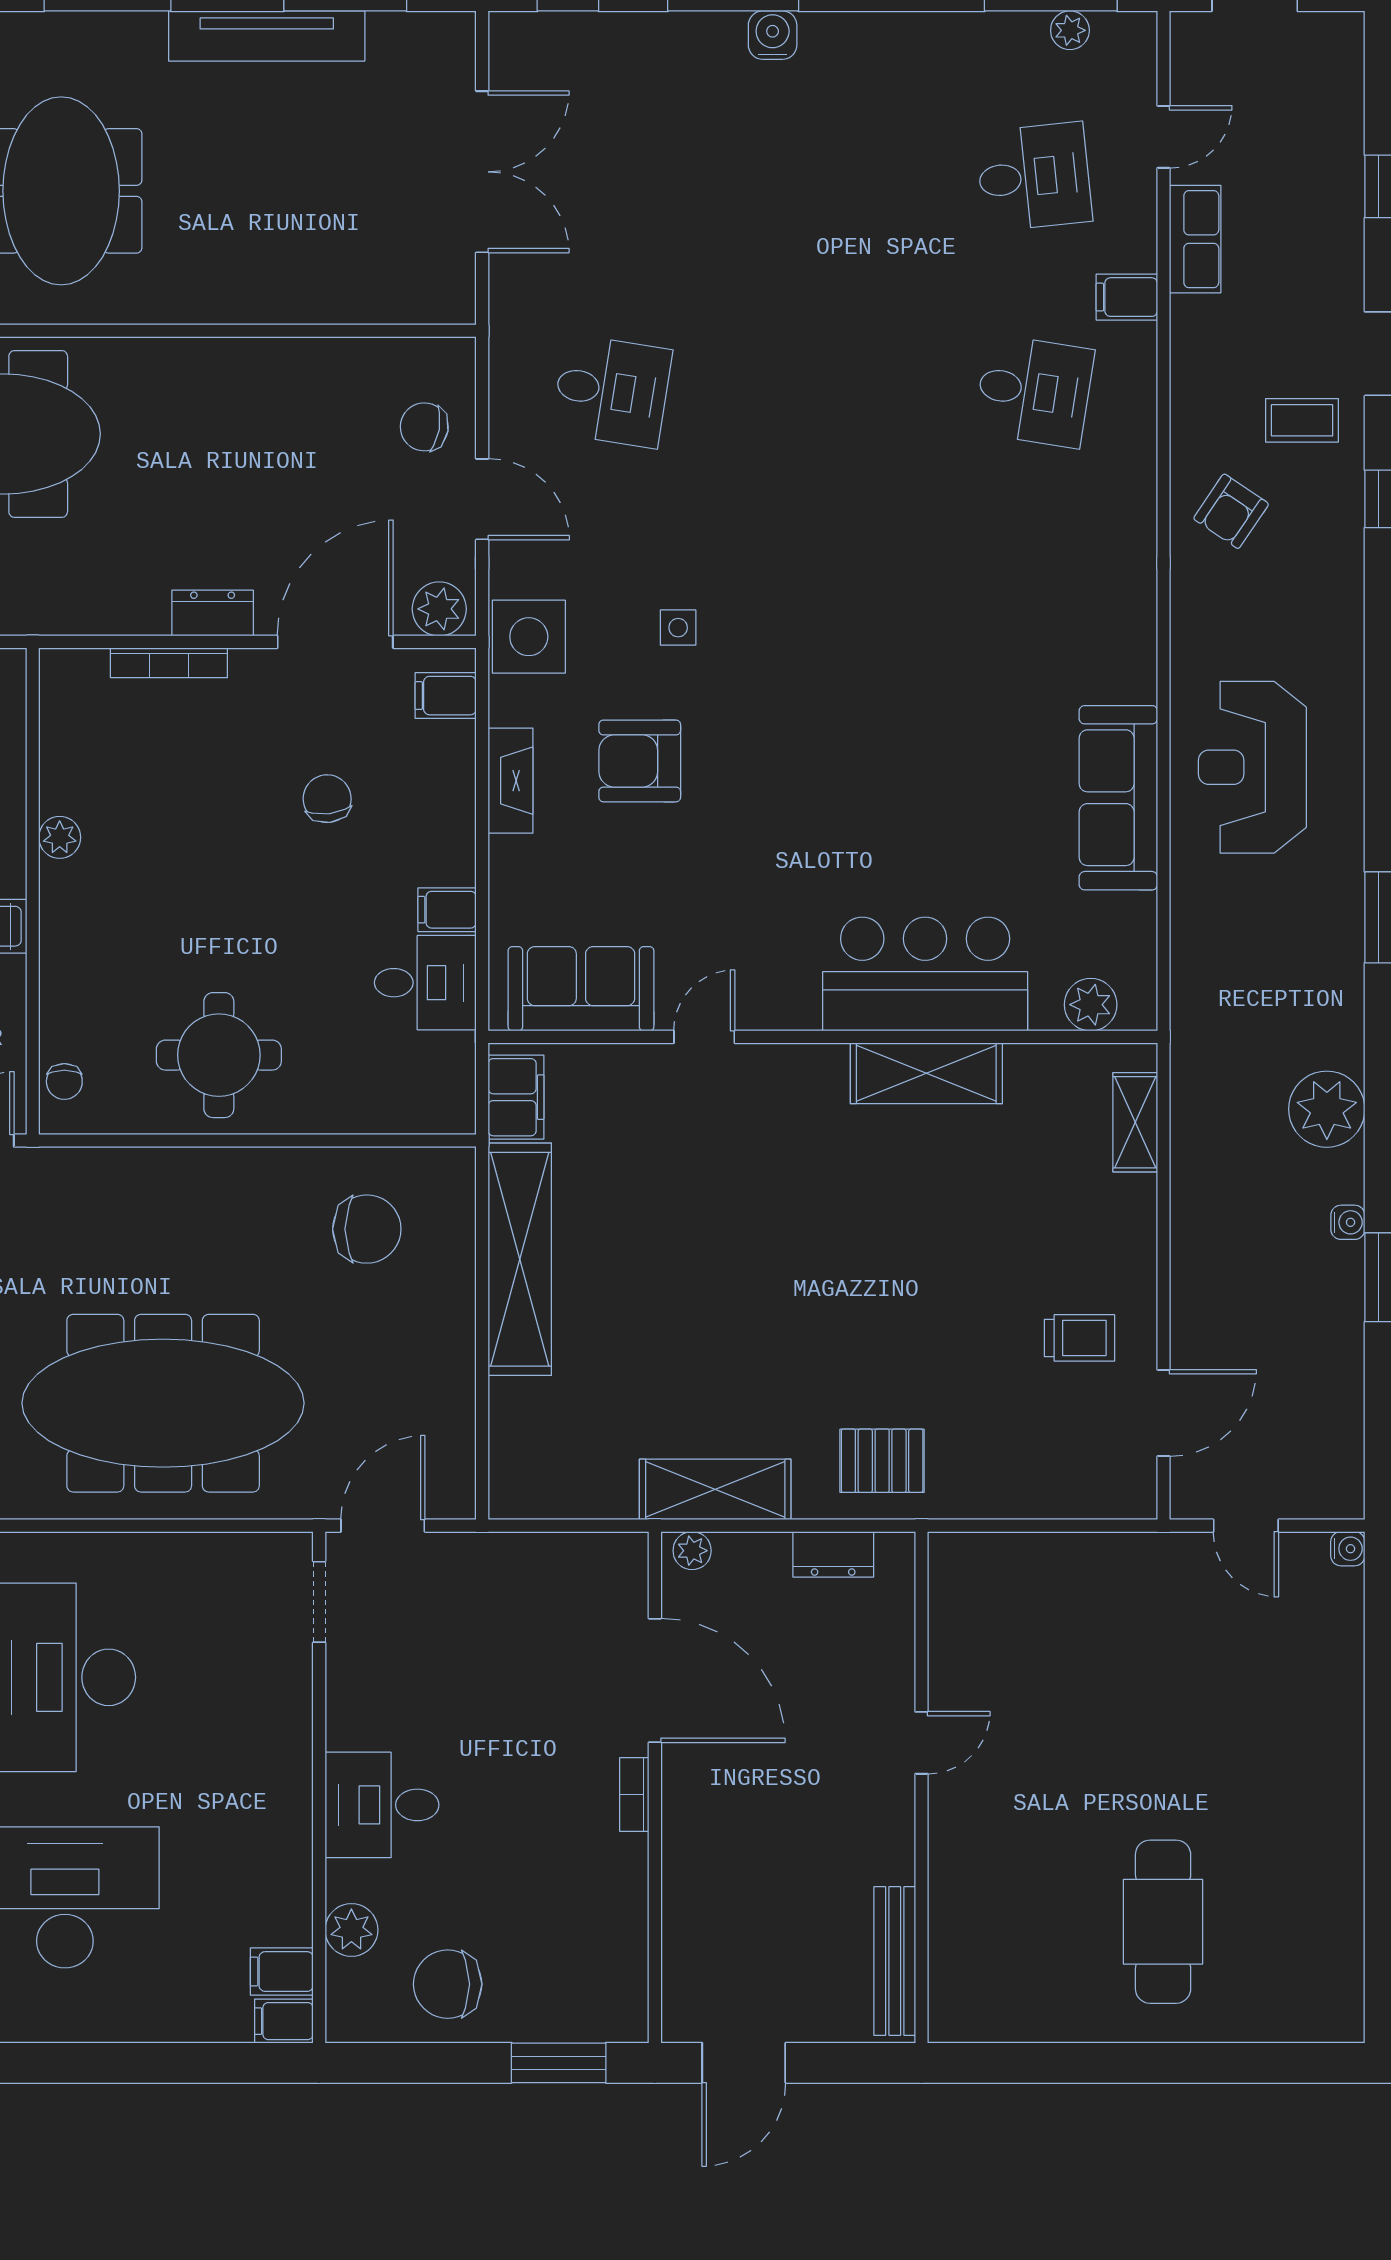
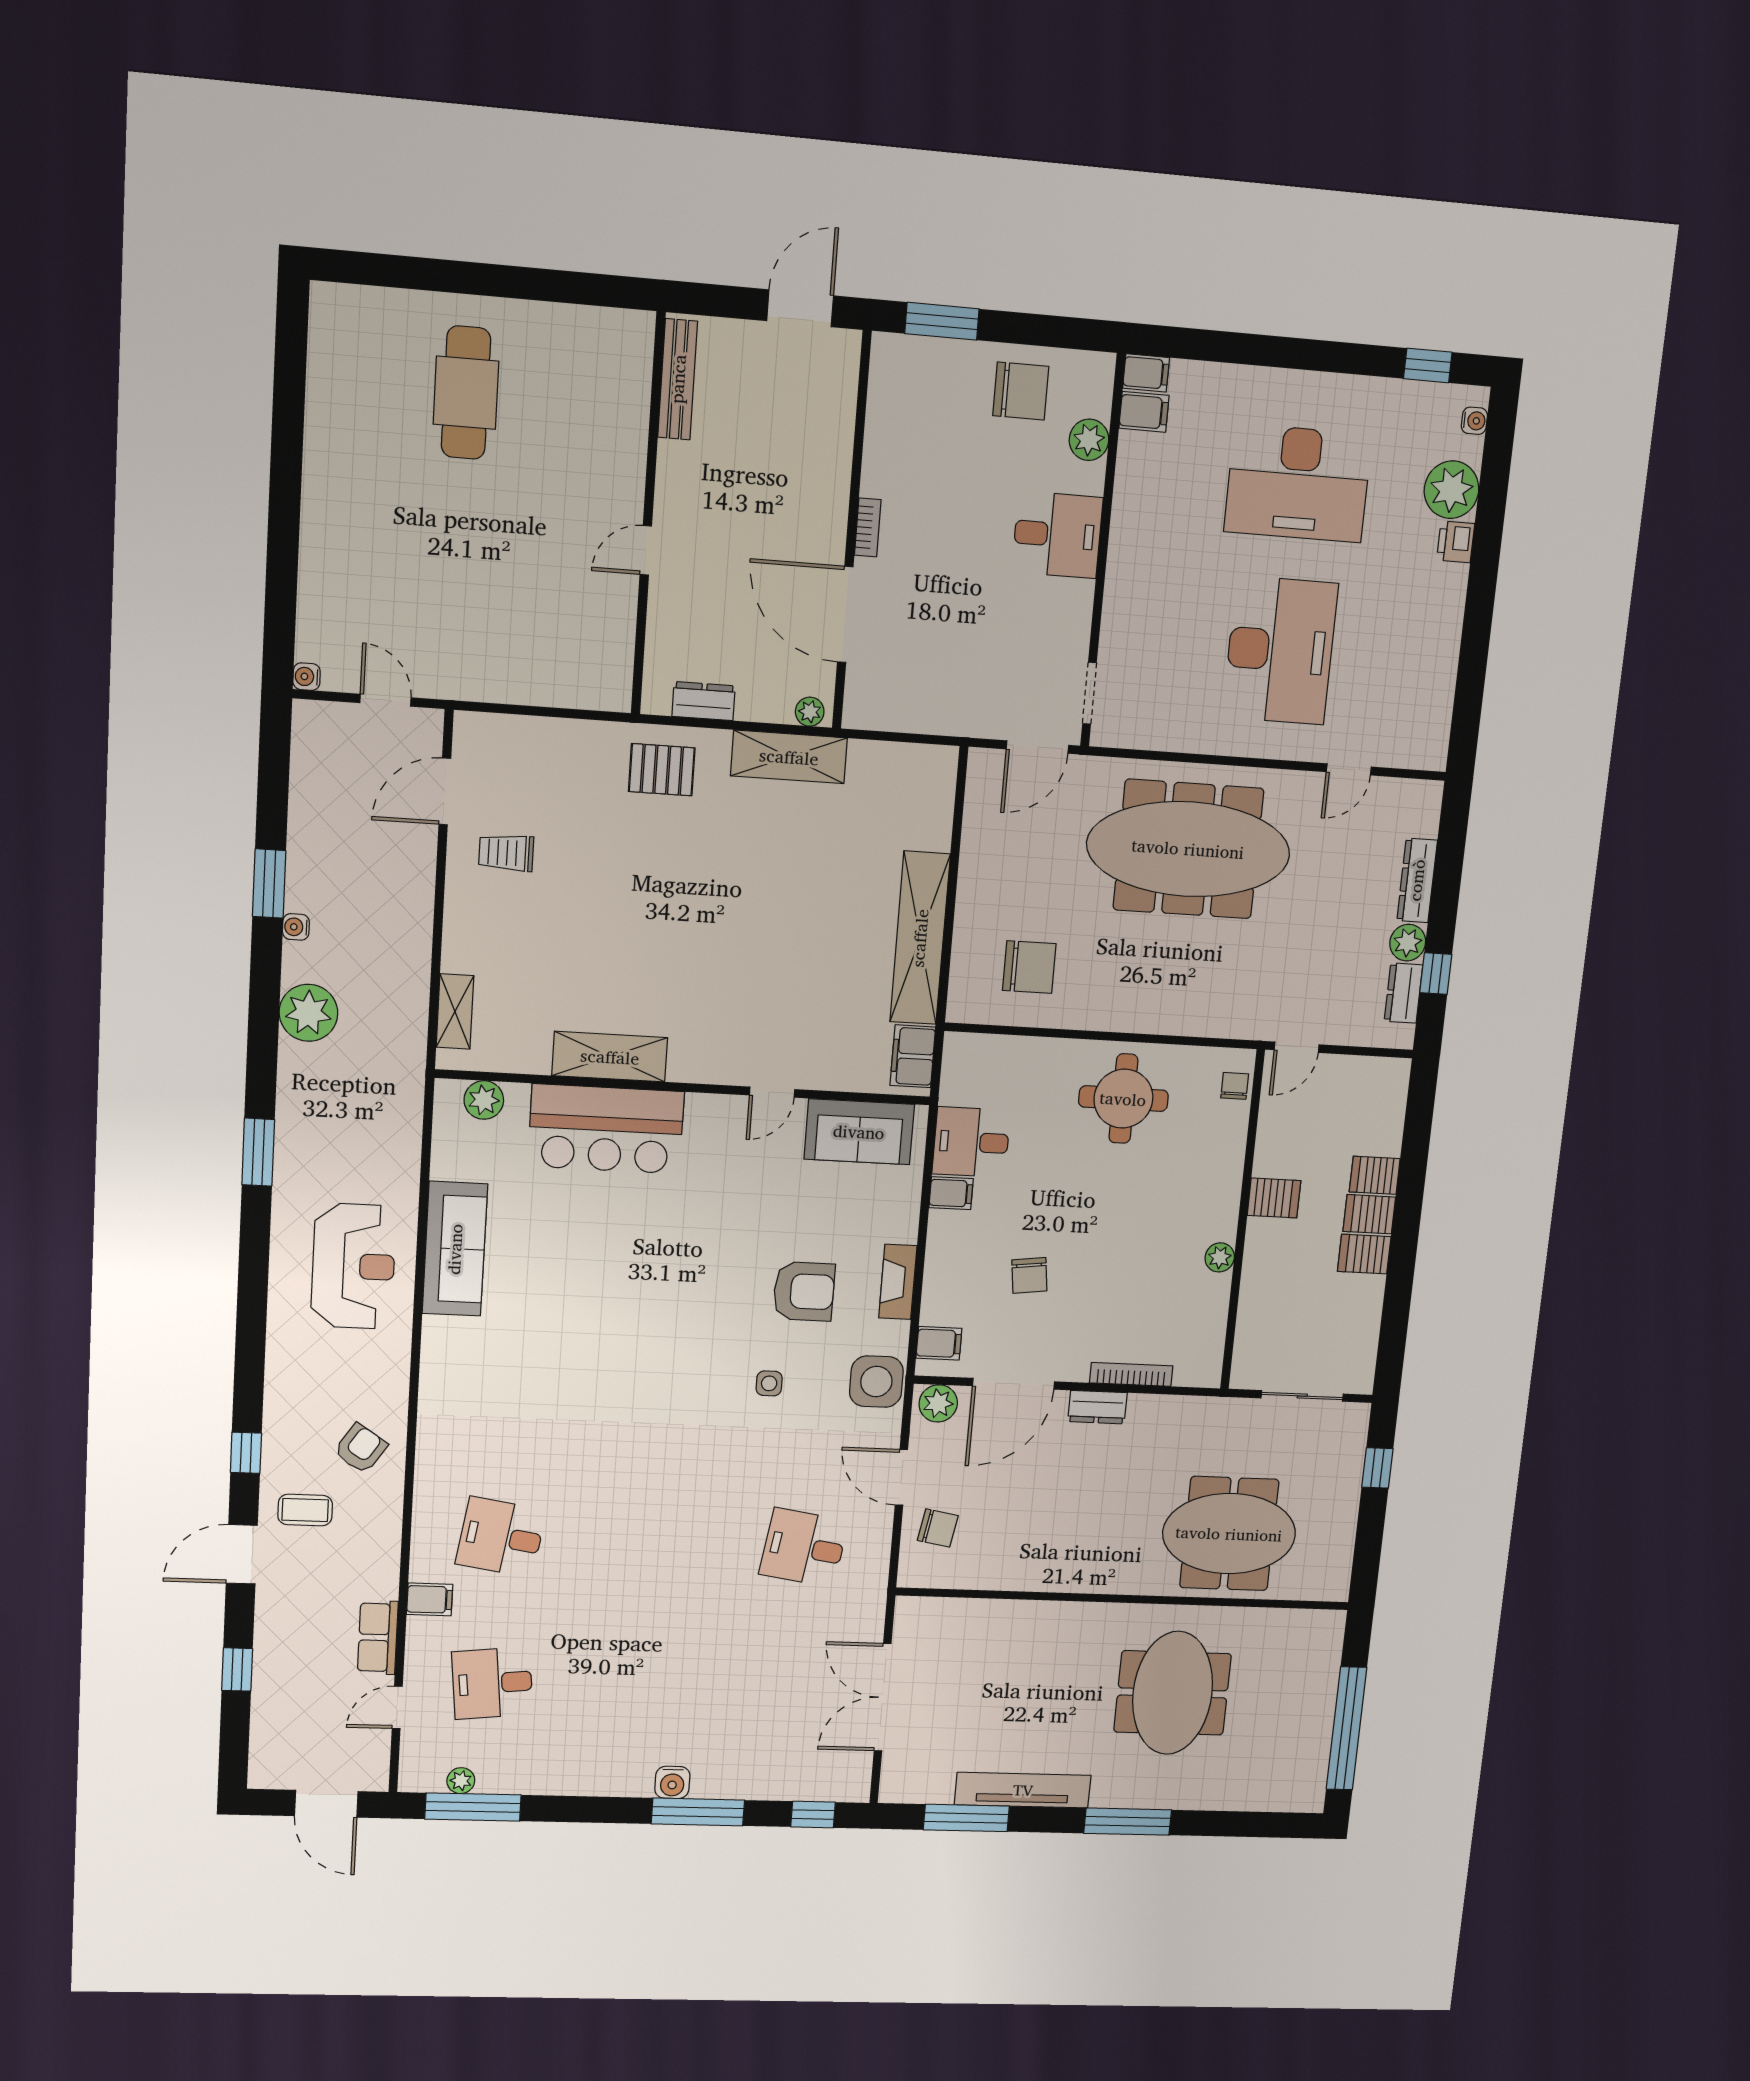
chair: (367, 1229) -> (1029, 967), turned 180

